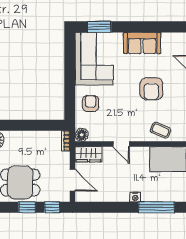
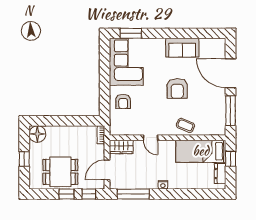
sofa: (142, 43) -> (182, 48), moved
armchair: (91, 103) -> (123, 102), turned 180
floor lamp: (82, 135) -> (115, 129), removed
door: (72, 180) -> (107, 170), swing flipped
window: (156, 207) -> (133, 194), moved

